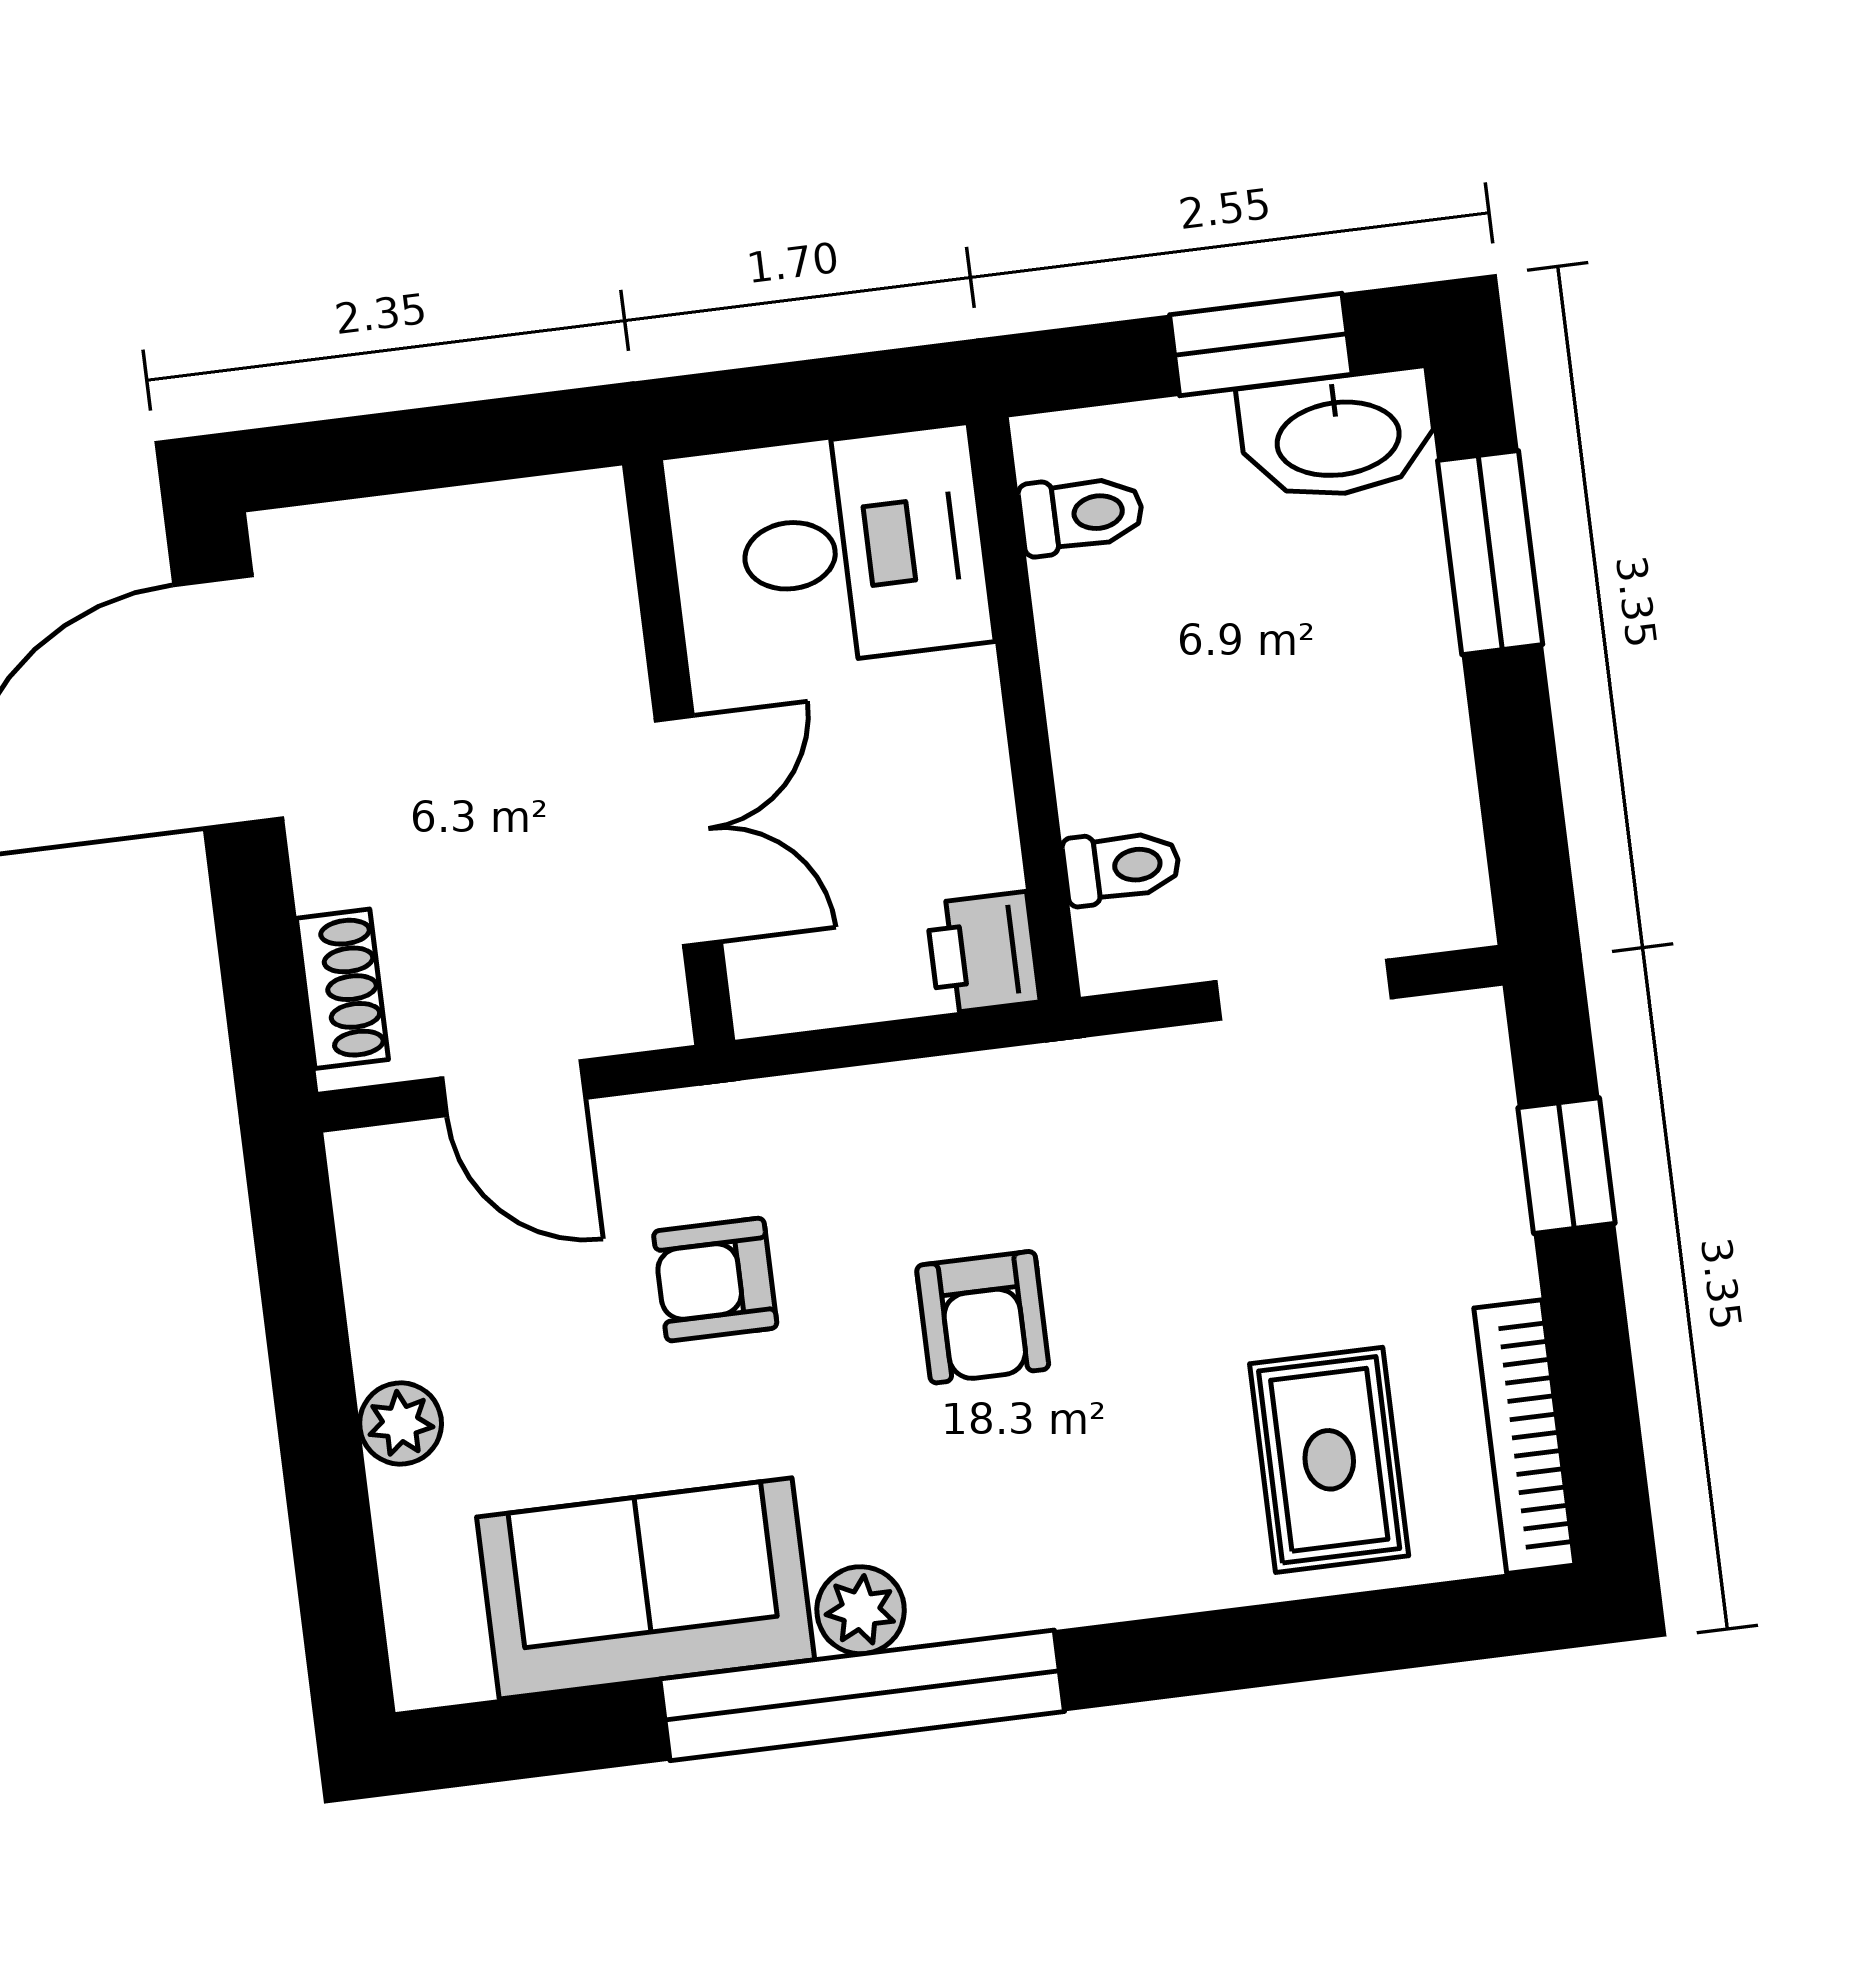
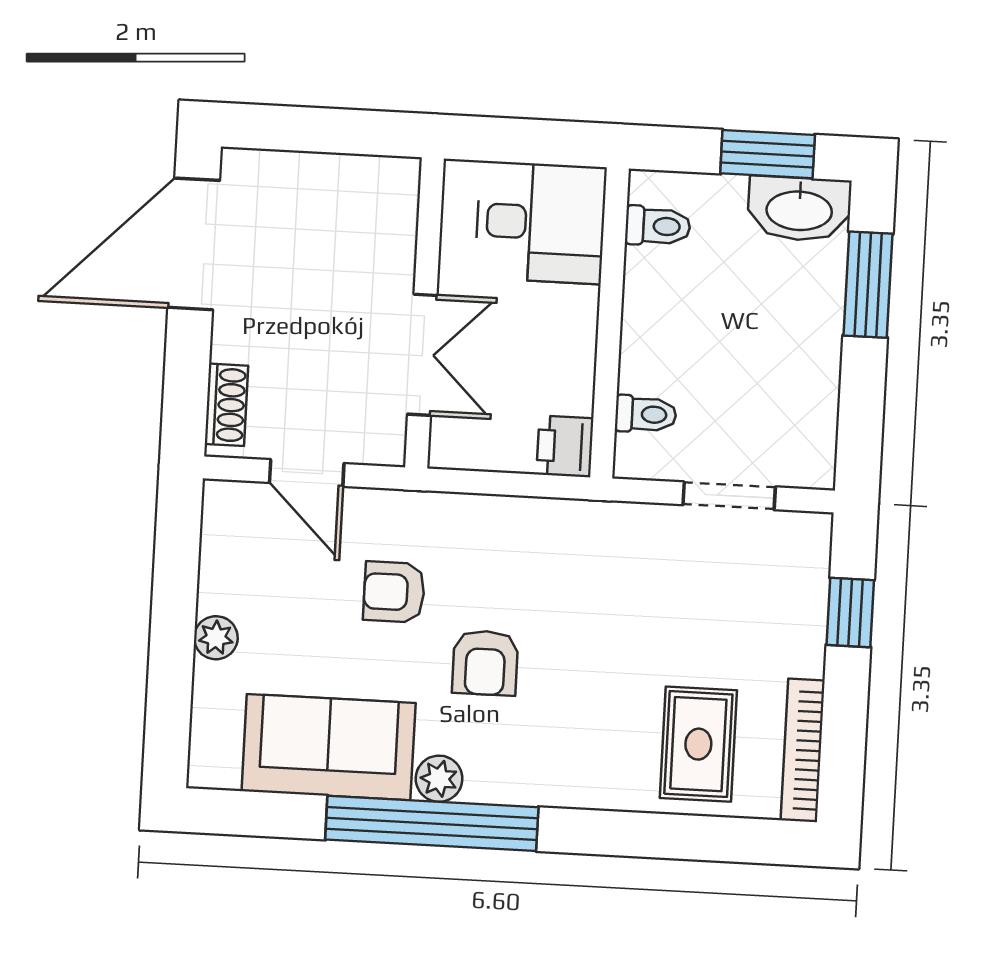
armchair: (983, 1317) -> (485, 663), moved

